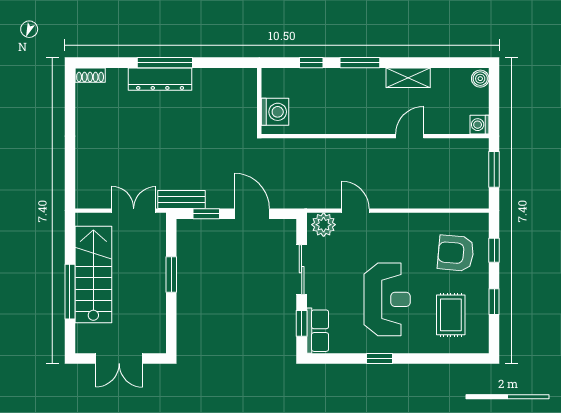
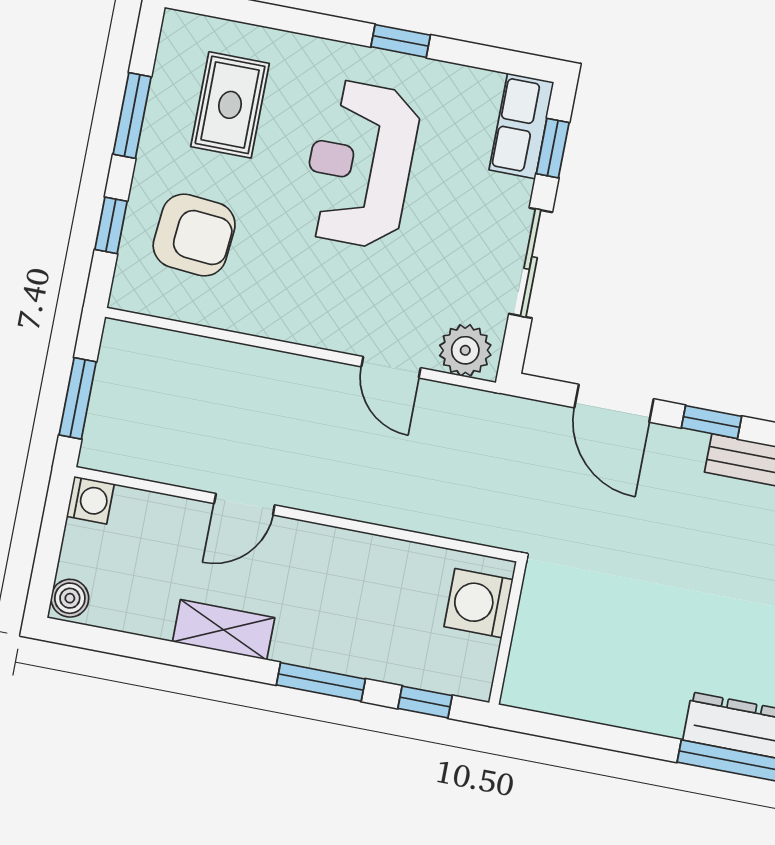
wall: (259, 101) -> (508, 633), moved
washing machine: (275, 112) -> (478, 603), moved
window: (494, 302) -> (132, 115), width x1.50

